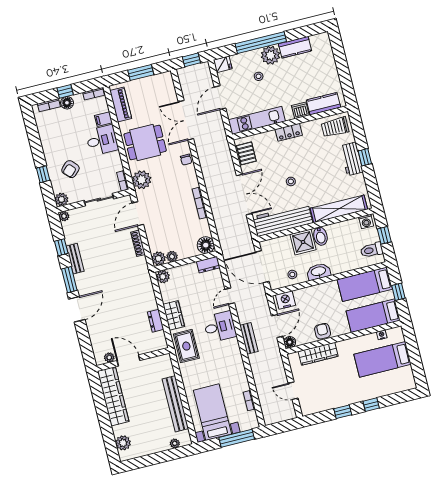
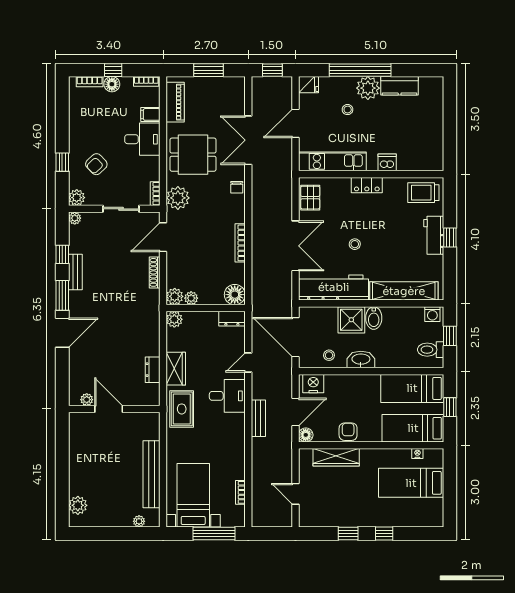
kitchen counter: (324, 104) -> (417, 161), removed
wardrobe: (113, 396) -> (80, 447), removed

